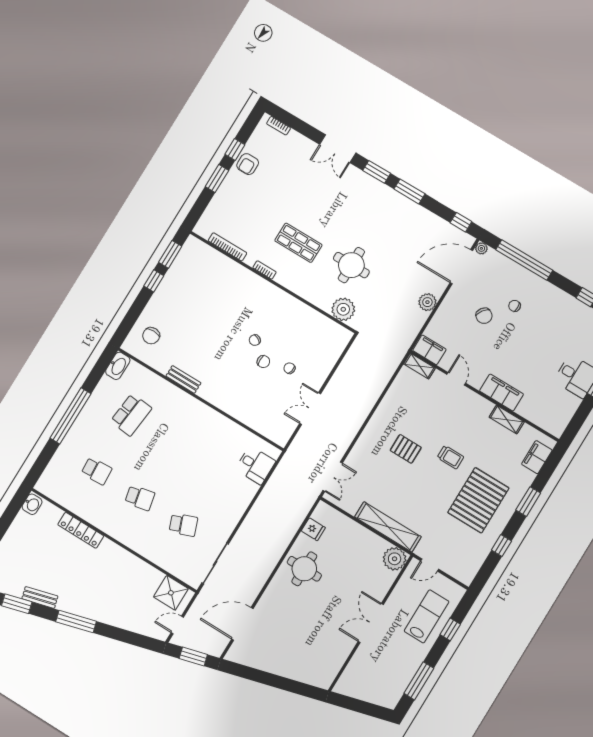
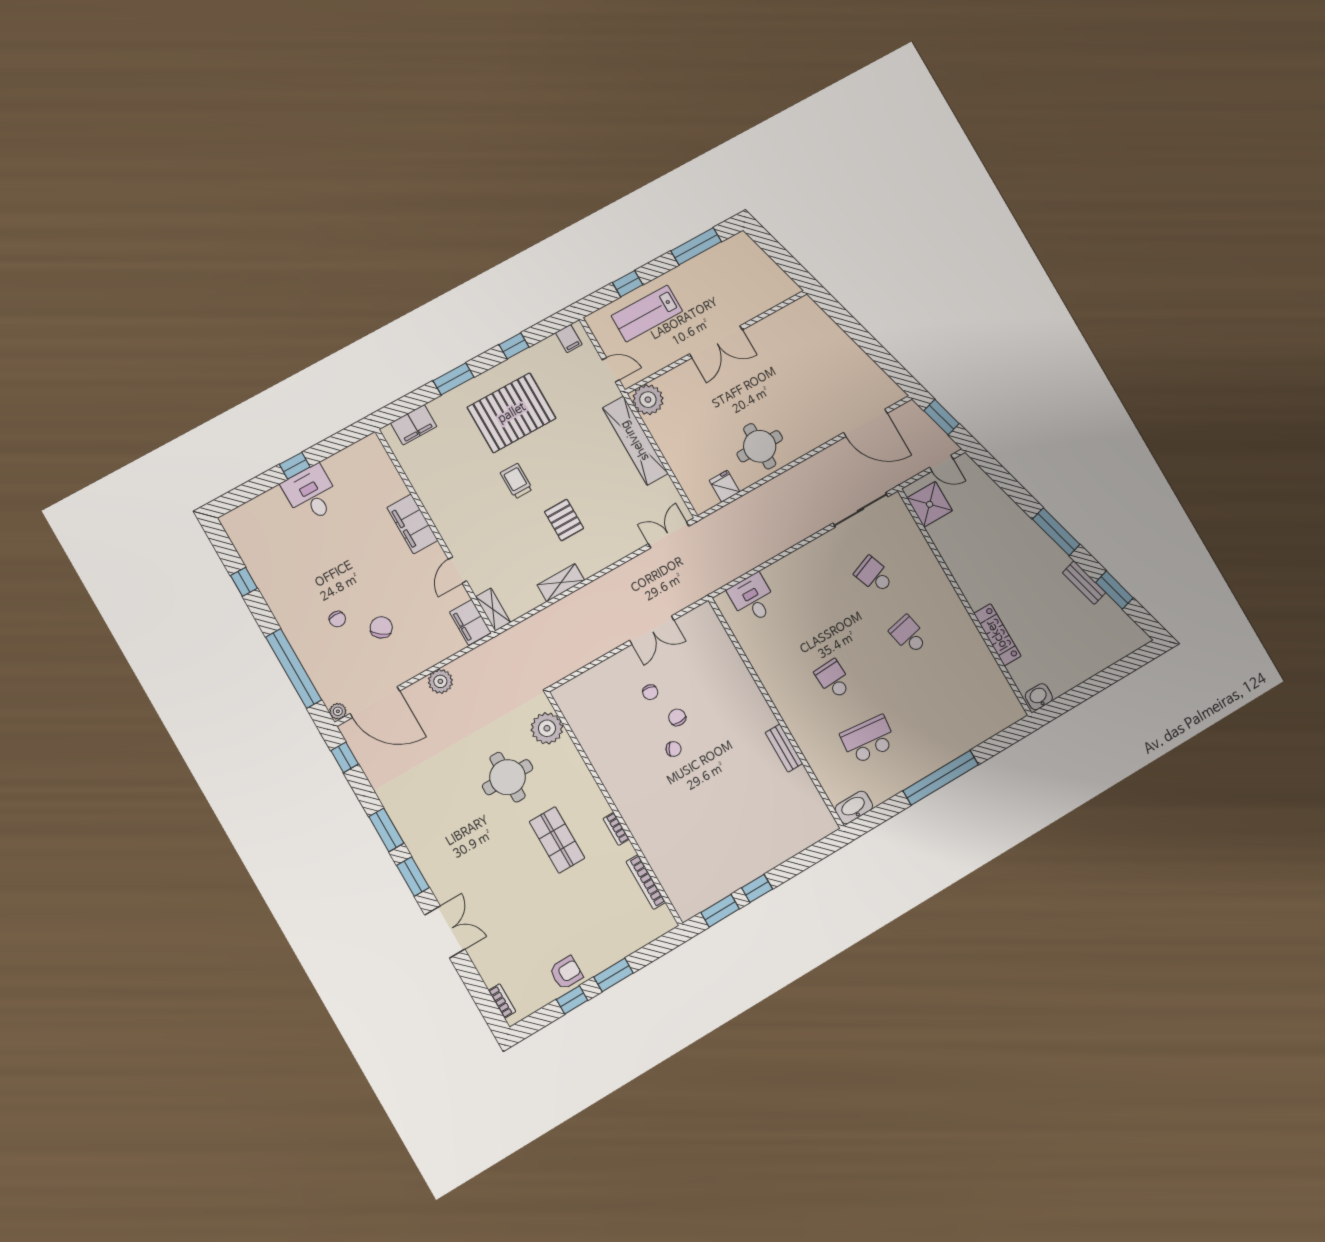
chair: (151, 336) -> (795, 822), removed
shelving: (507, 420) -> (561, 583), moved, turned 90
school desk: (97, 471) -> (833, 679), moved
filing cabinet: (468, 570) -> (569, 339), added

